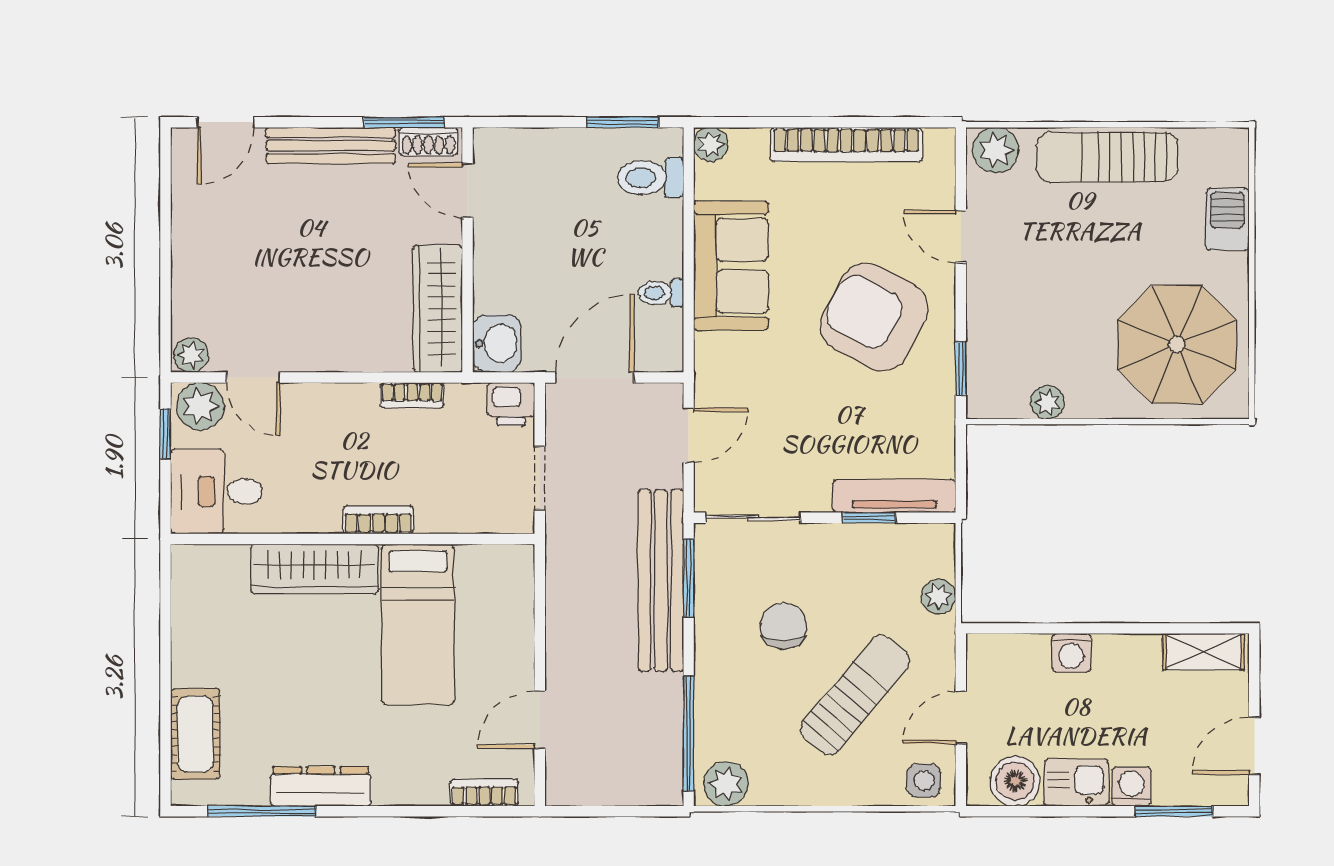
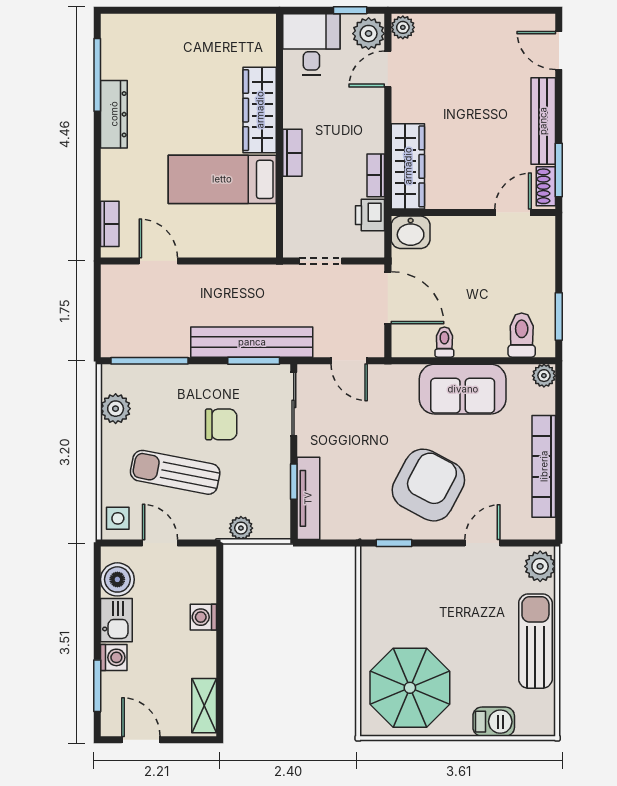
wardrobe: (438, 309) -> (408, 166), moved, turned 90
plant: (1048, 402) -> (371, 601), removed
printer: (511, 404) -> (370, 215), moved
sun lounger: (855, 695) -> (175, 472), turned 151
cot: (195, 734) -> (149, 30), removed
plant: (726, 784) -> (116, 409), moved

